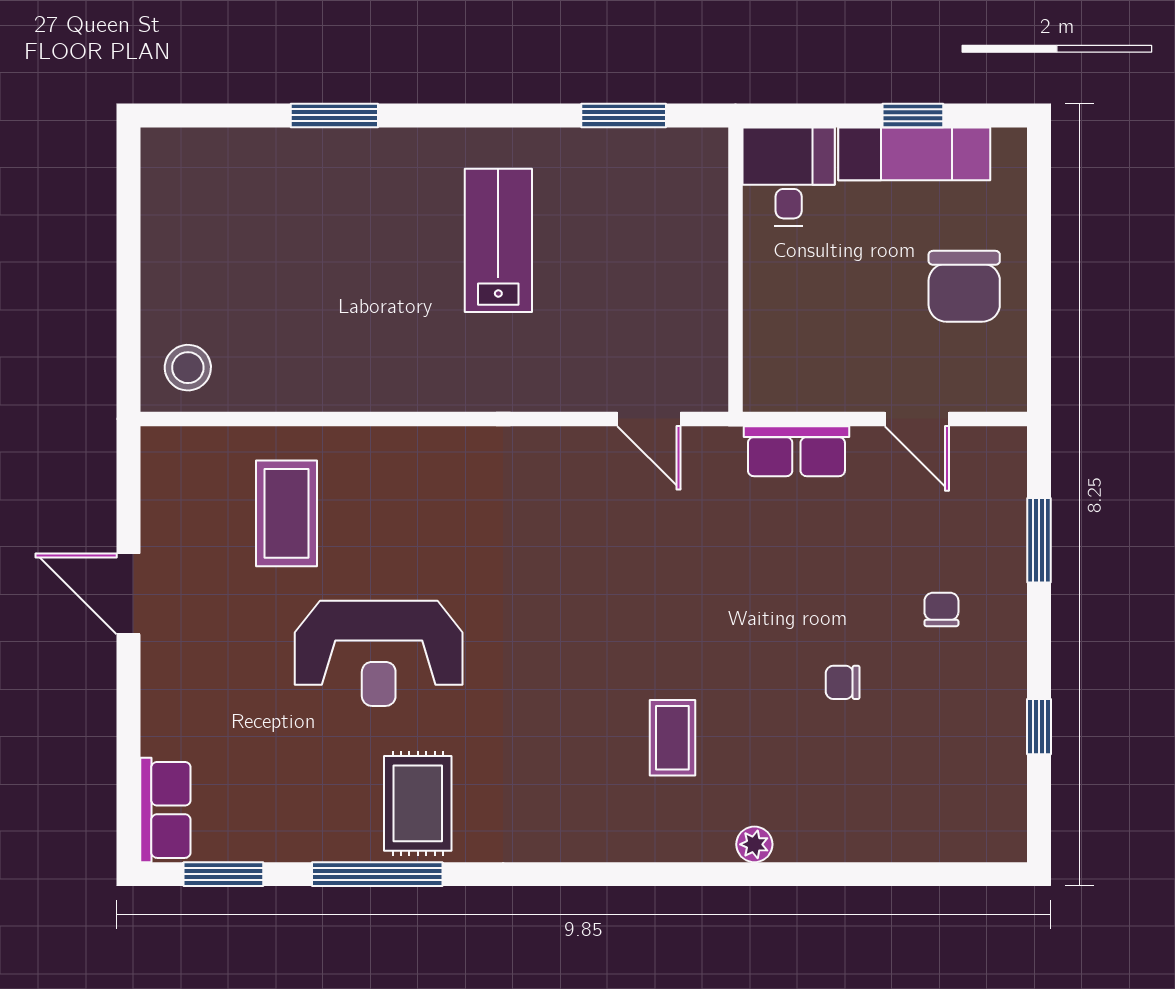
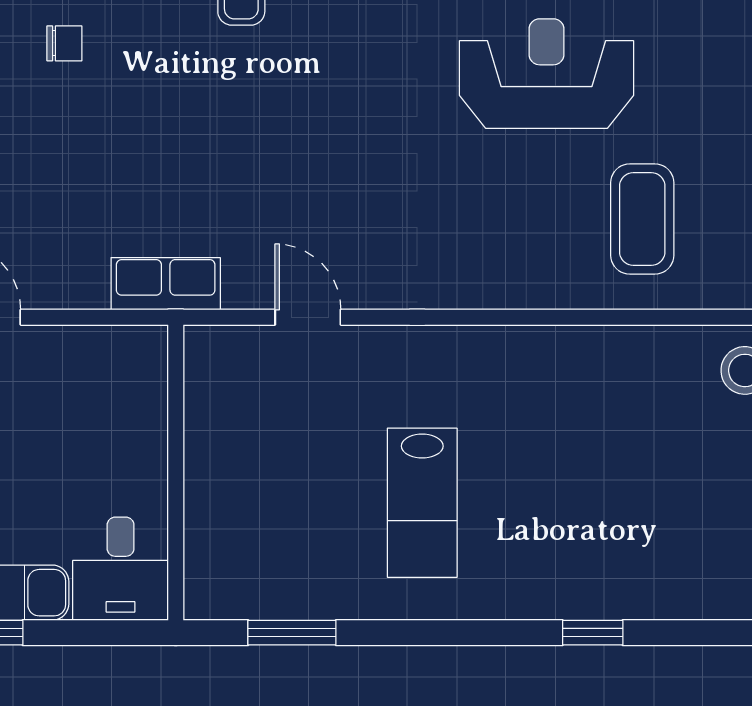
window: (334, 115) -> (593, 633), width x0.67
door: (649, 419) -> (308, 317), moved
row of seats: (796, 451) -> (166, 284), moved

